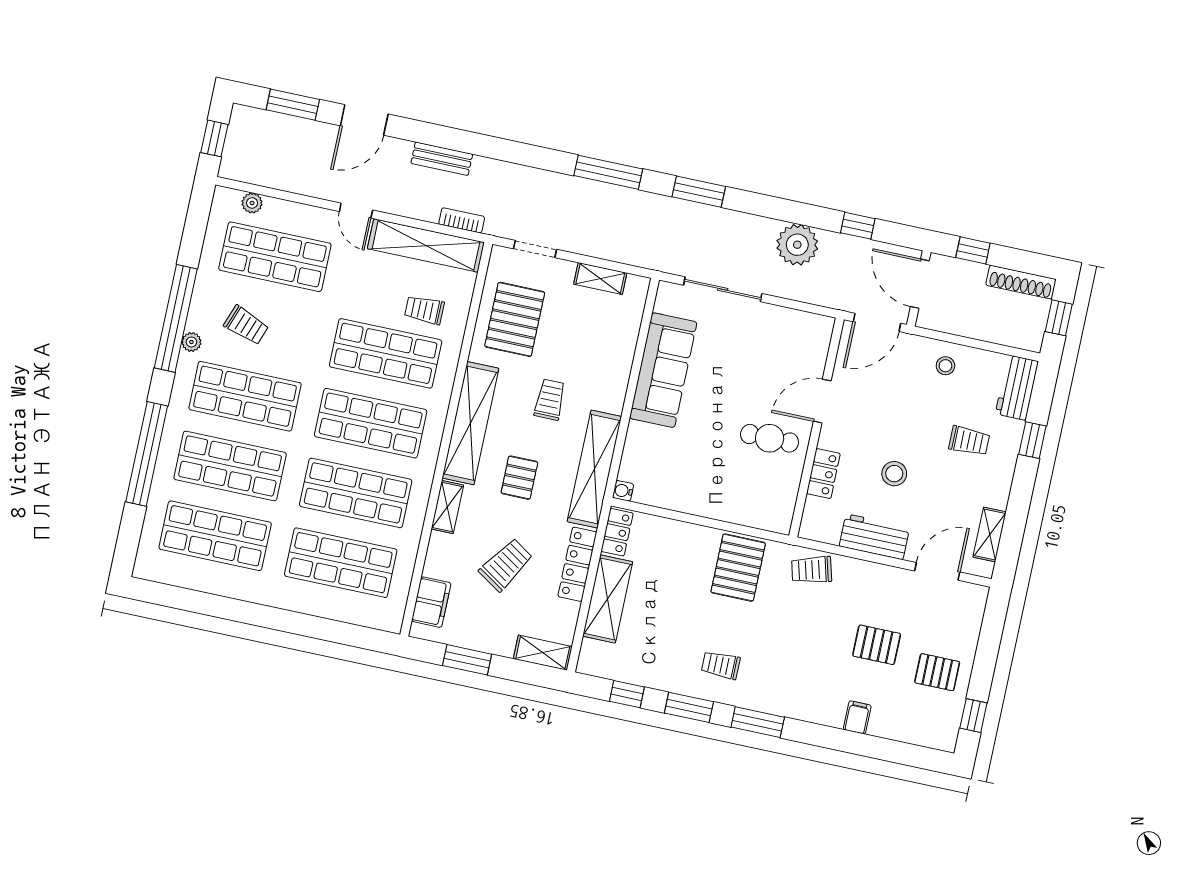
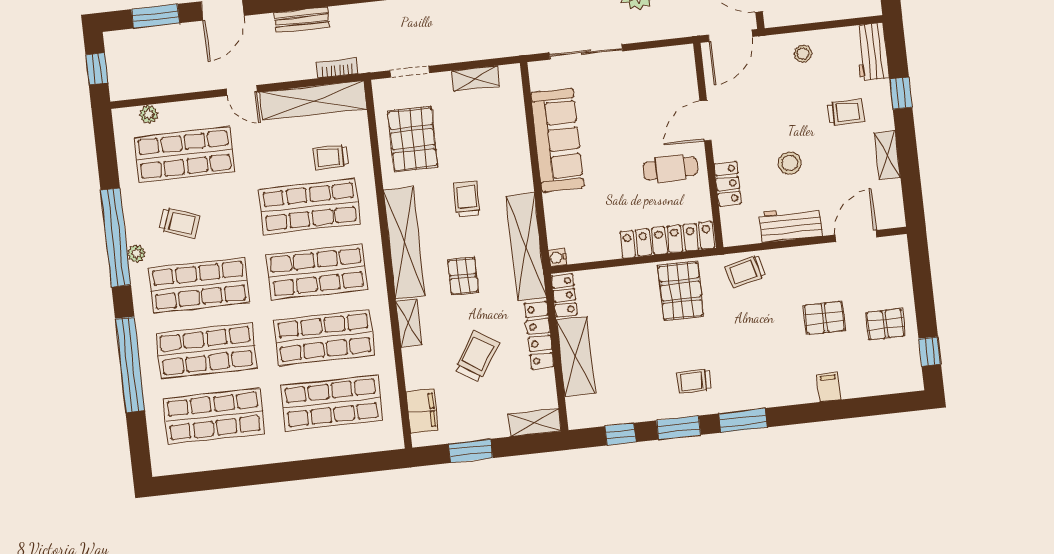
locker: (742, 511) -> (667, 240), added
shelving: (990, 535) -> (887, 155), moved

